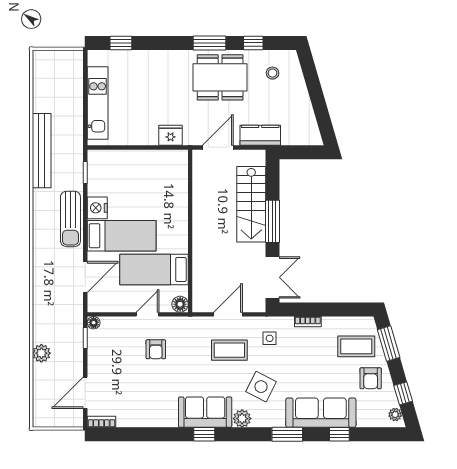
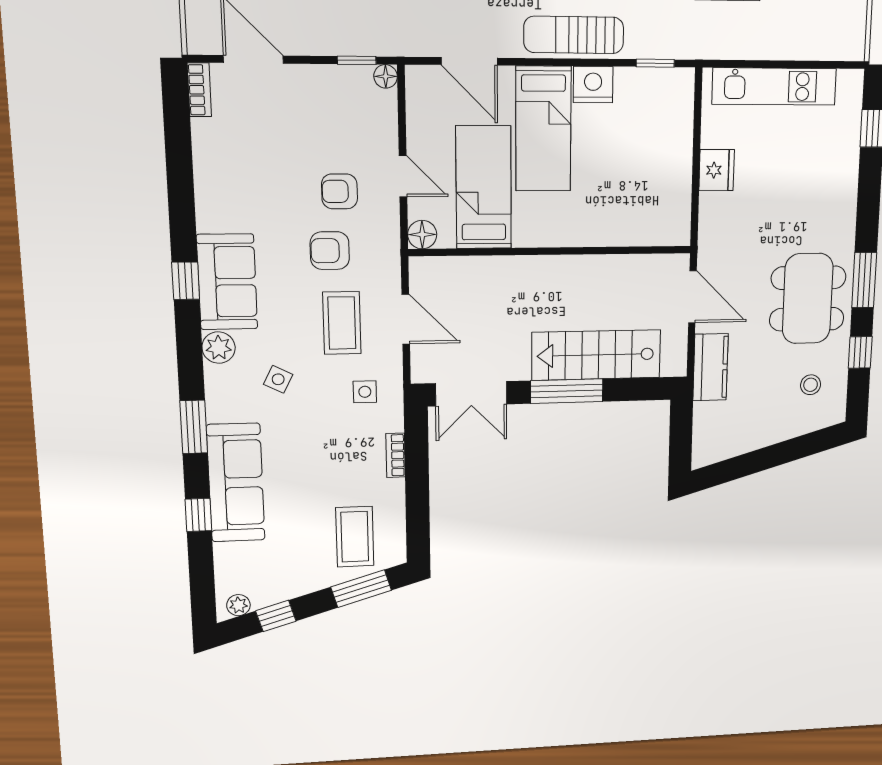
fridge: (171, 135) -> (717, 170), moved
armchair: (371, 378) -> (330, 251), moved
side table: (261, 387) -> (278, 379), width x0.54, depth x0.54

